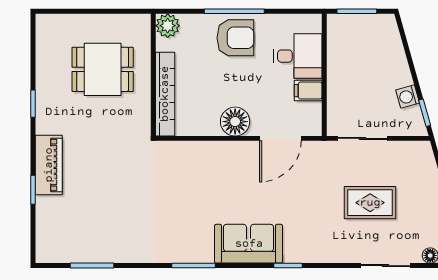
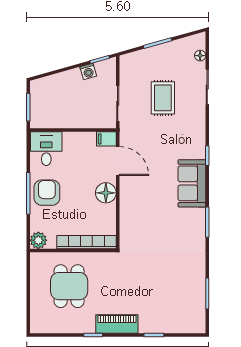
desk: (298, 56) -> (46, 149), moved
filing cabinet: (308, 91) -> (106, 139), moved, turned 90
piano: (49, 165) -> (117, 324), moved

